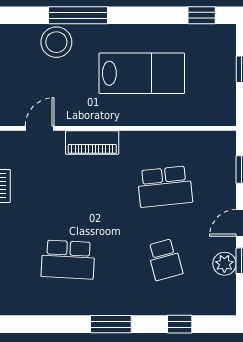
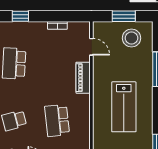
stool: (56, 42) -> (131, 38), moved

